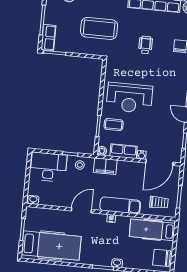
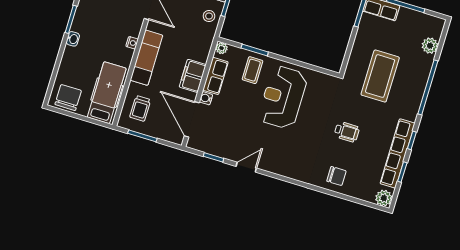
filing cabinet: (105, 166) -> (193, 76), moved

